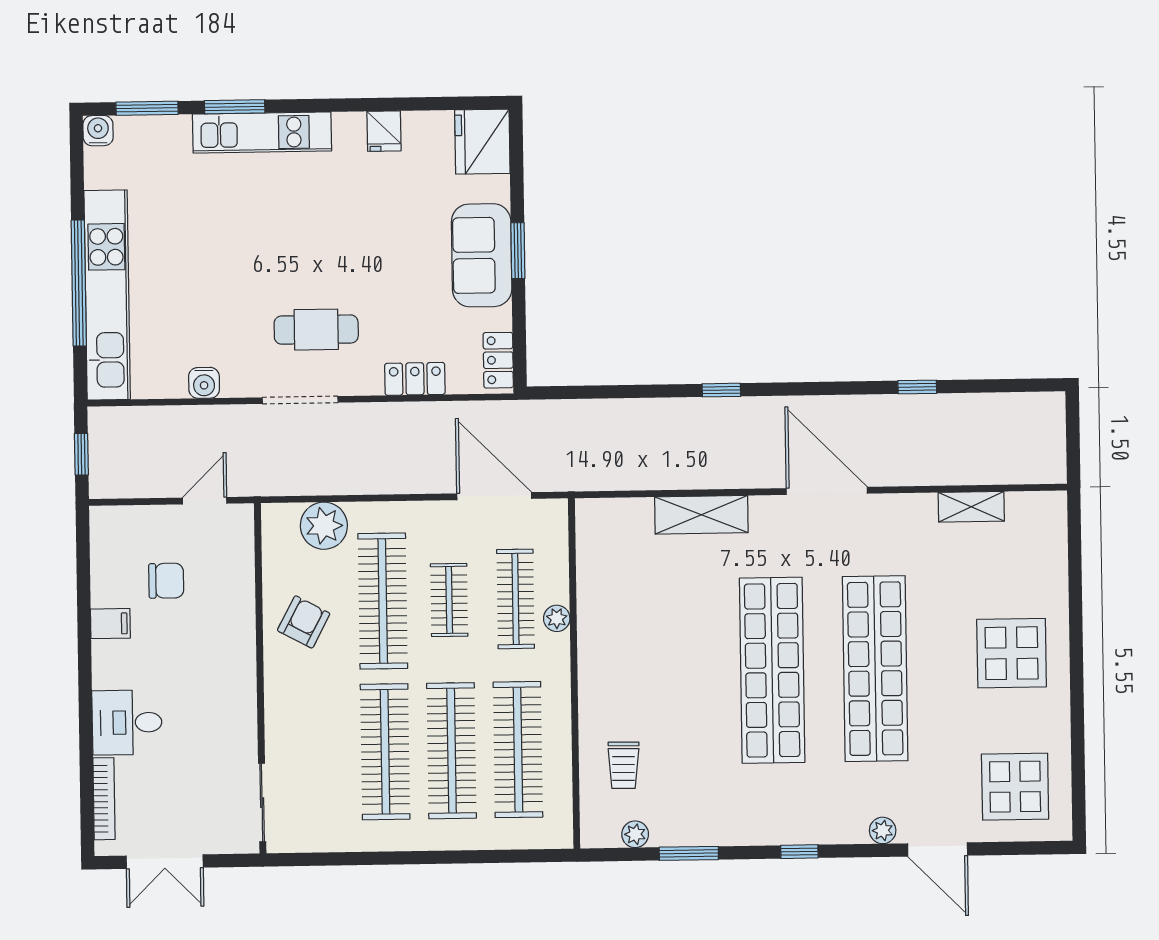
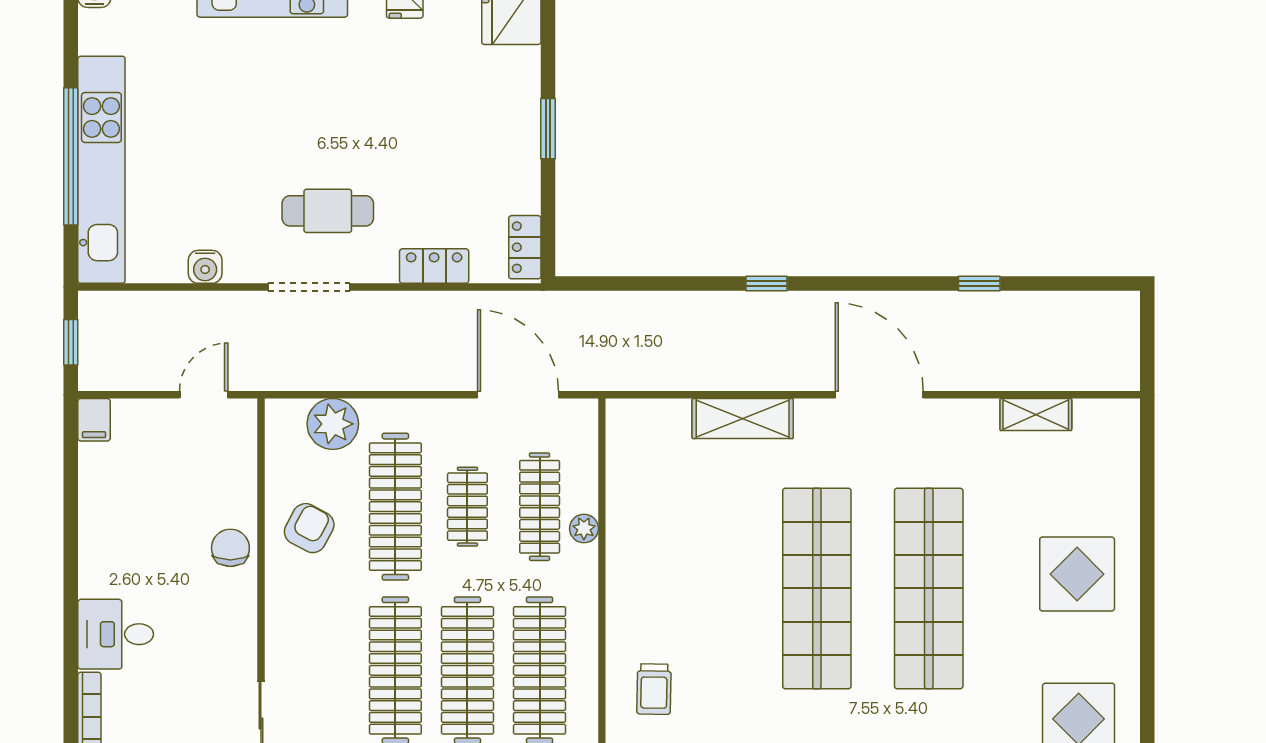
sofa: (482, 255) -> (509, 133), removed
chair: (166, 581) -> (230, 548), moved, turned -90
filing cabinet: (110, 624) -> (94, 420), moved, turned 90

